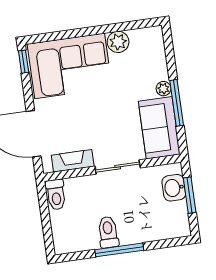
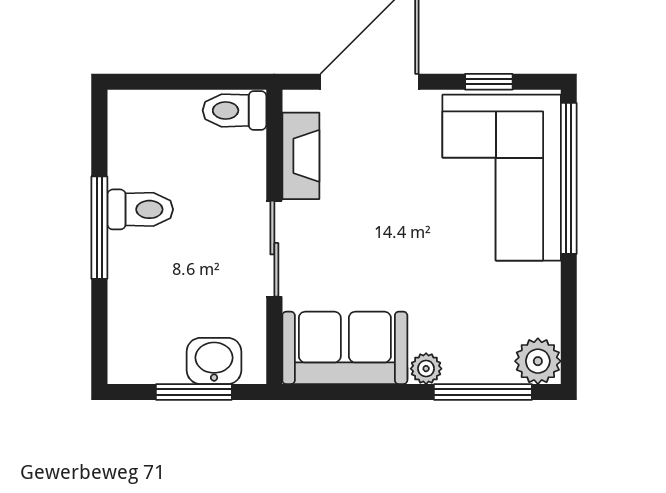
window: (66, 35) -> (569, 178), added
plant: (118, 42) -> (538, 361), moved
window: (24, 62) -> (489, 82), moved
window: (177, 103) -> (483, 392), moved

